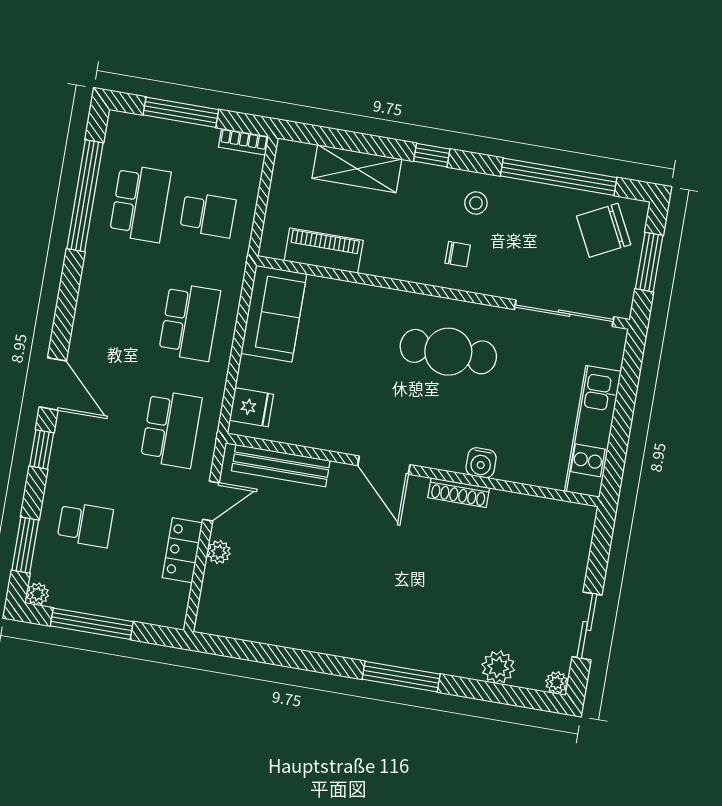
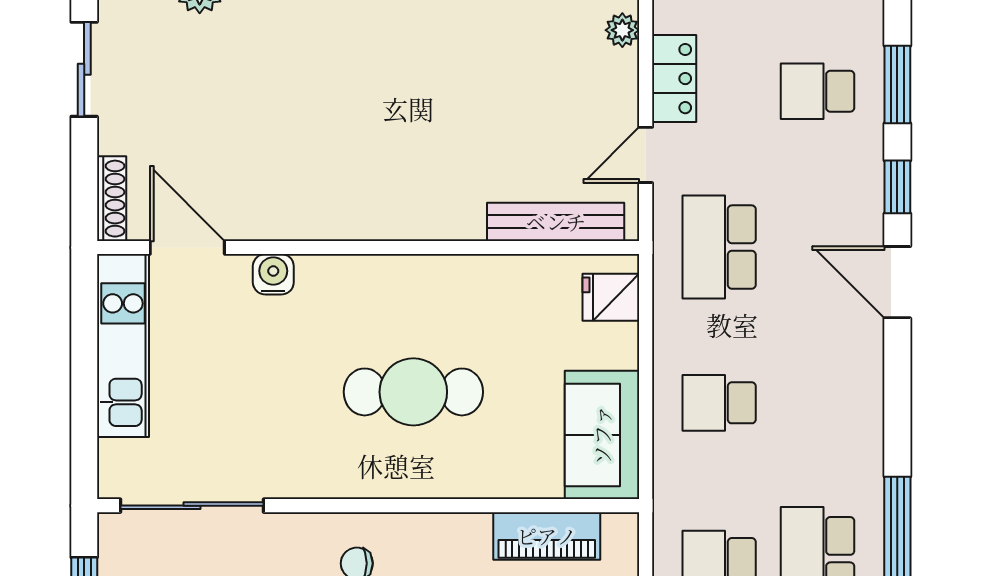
school desk: (190, 322) -> (719, 403), width x0.54
cafe table: (448, 352) -> (413, 392), moved
door: (384, 465) -> (187, 247), moved
shoe rack: (459, 493) -> (112, 199), moved, turned 90
window: (25, 545) -> (897, 84), moved
plant: (219, 552) -> (622, 30), moved

